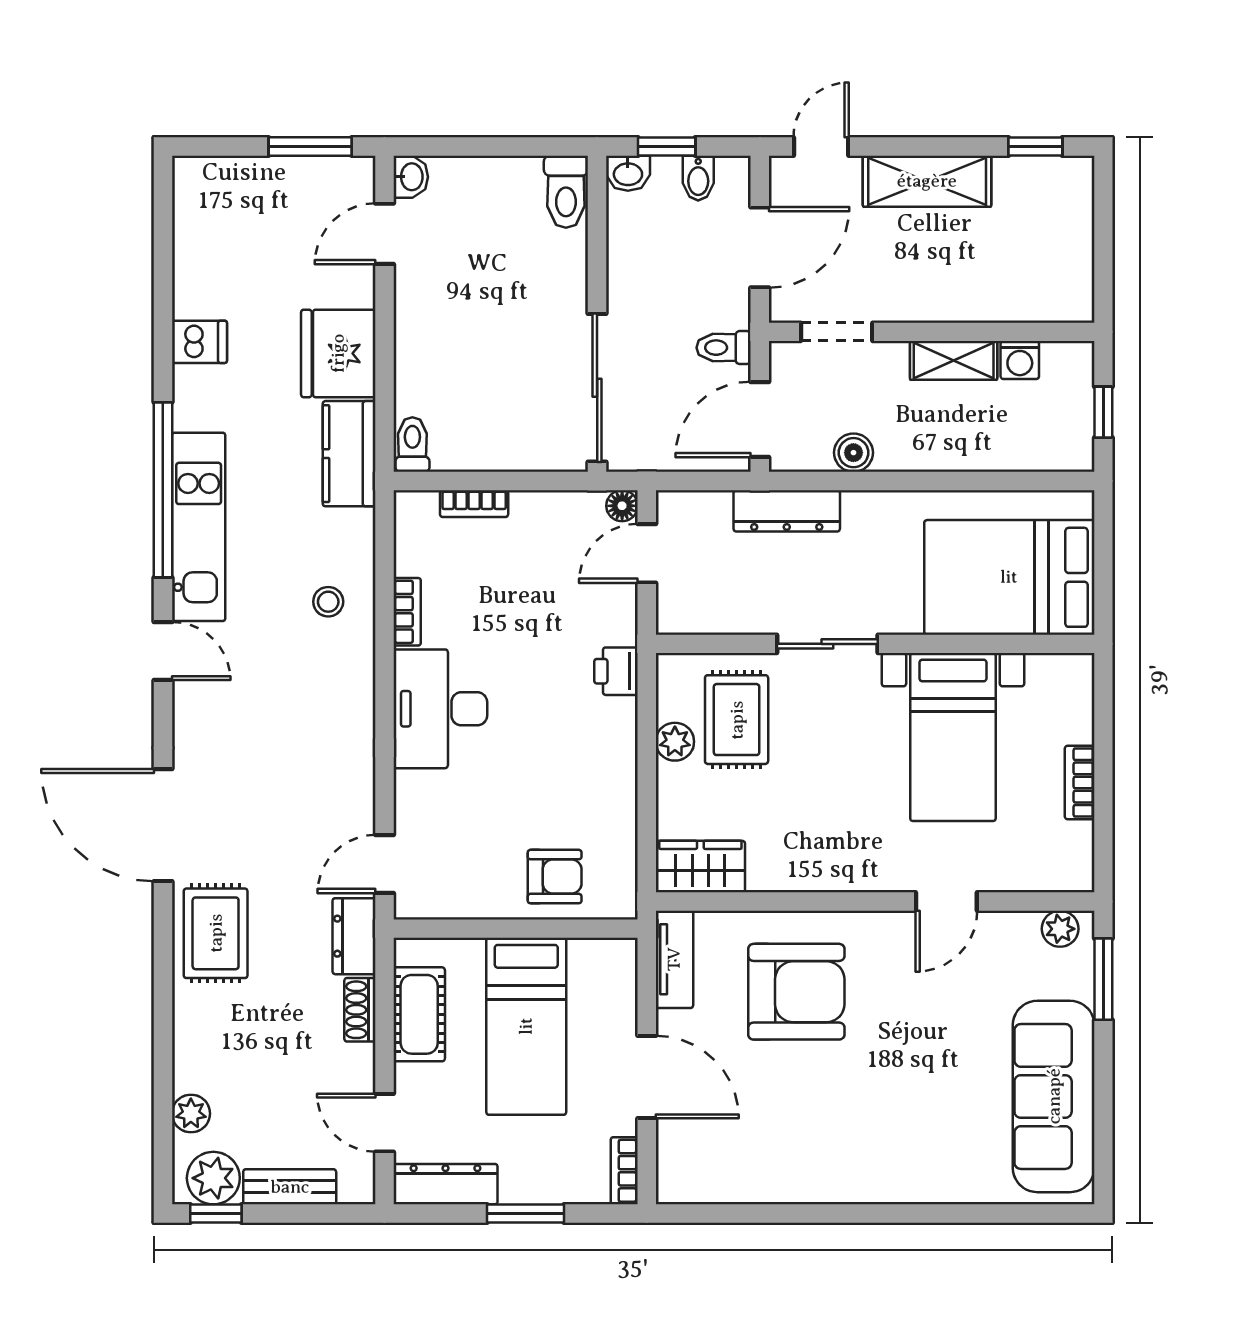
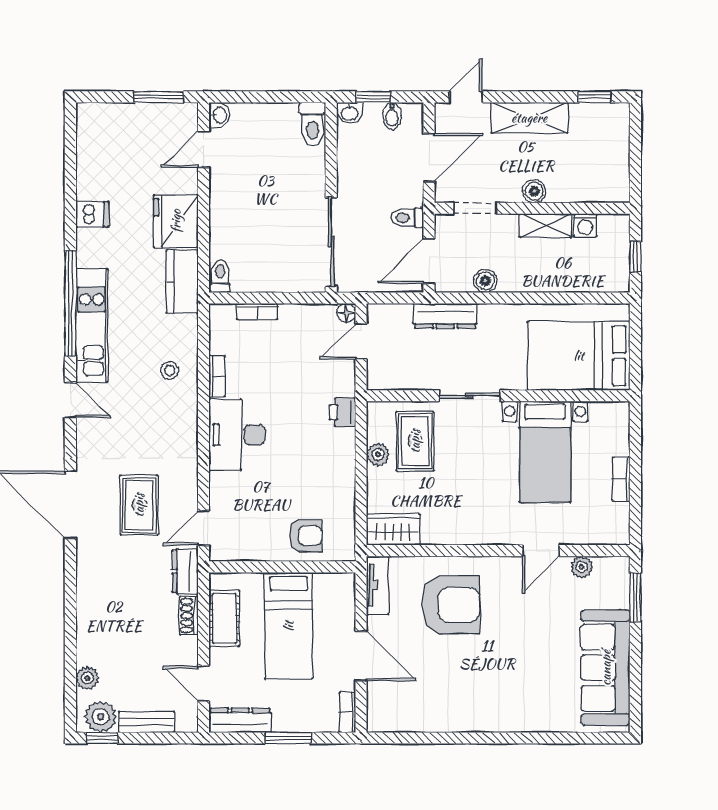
boiler: (935, 303) -> (534, 191), added
plant: (1060, 929) -> (582, 567), moved
rug: (216, 933) -> (139, 505), moved

